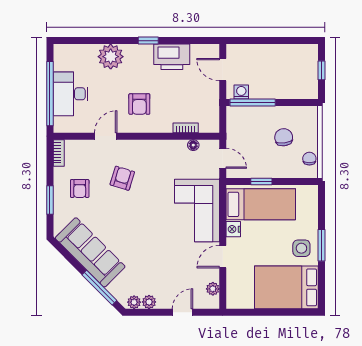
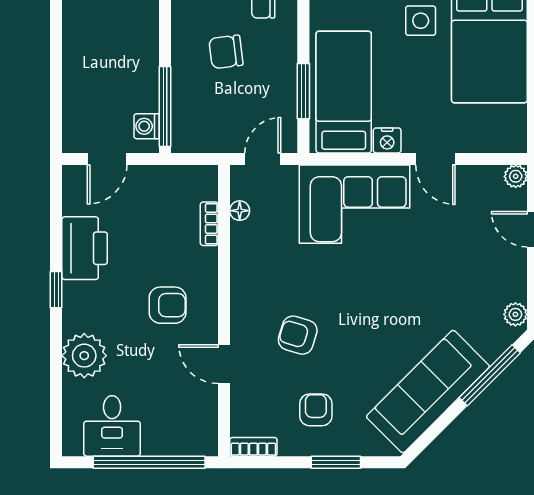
desk: (71, 94) -> (112, 426), moved, width x0.73
window: (261, 181) -> (303, 91), width x1.50
armchair: (80, 189) -> (316, 410), turned -90
plant: (213, 289) -> (516, 176), moved
plant: (149, 302) -> (515, 288), removed

